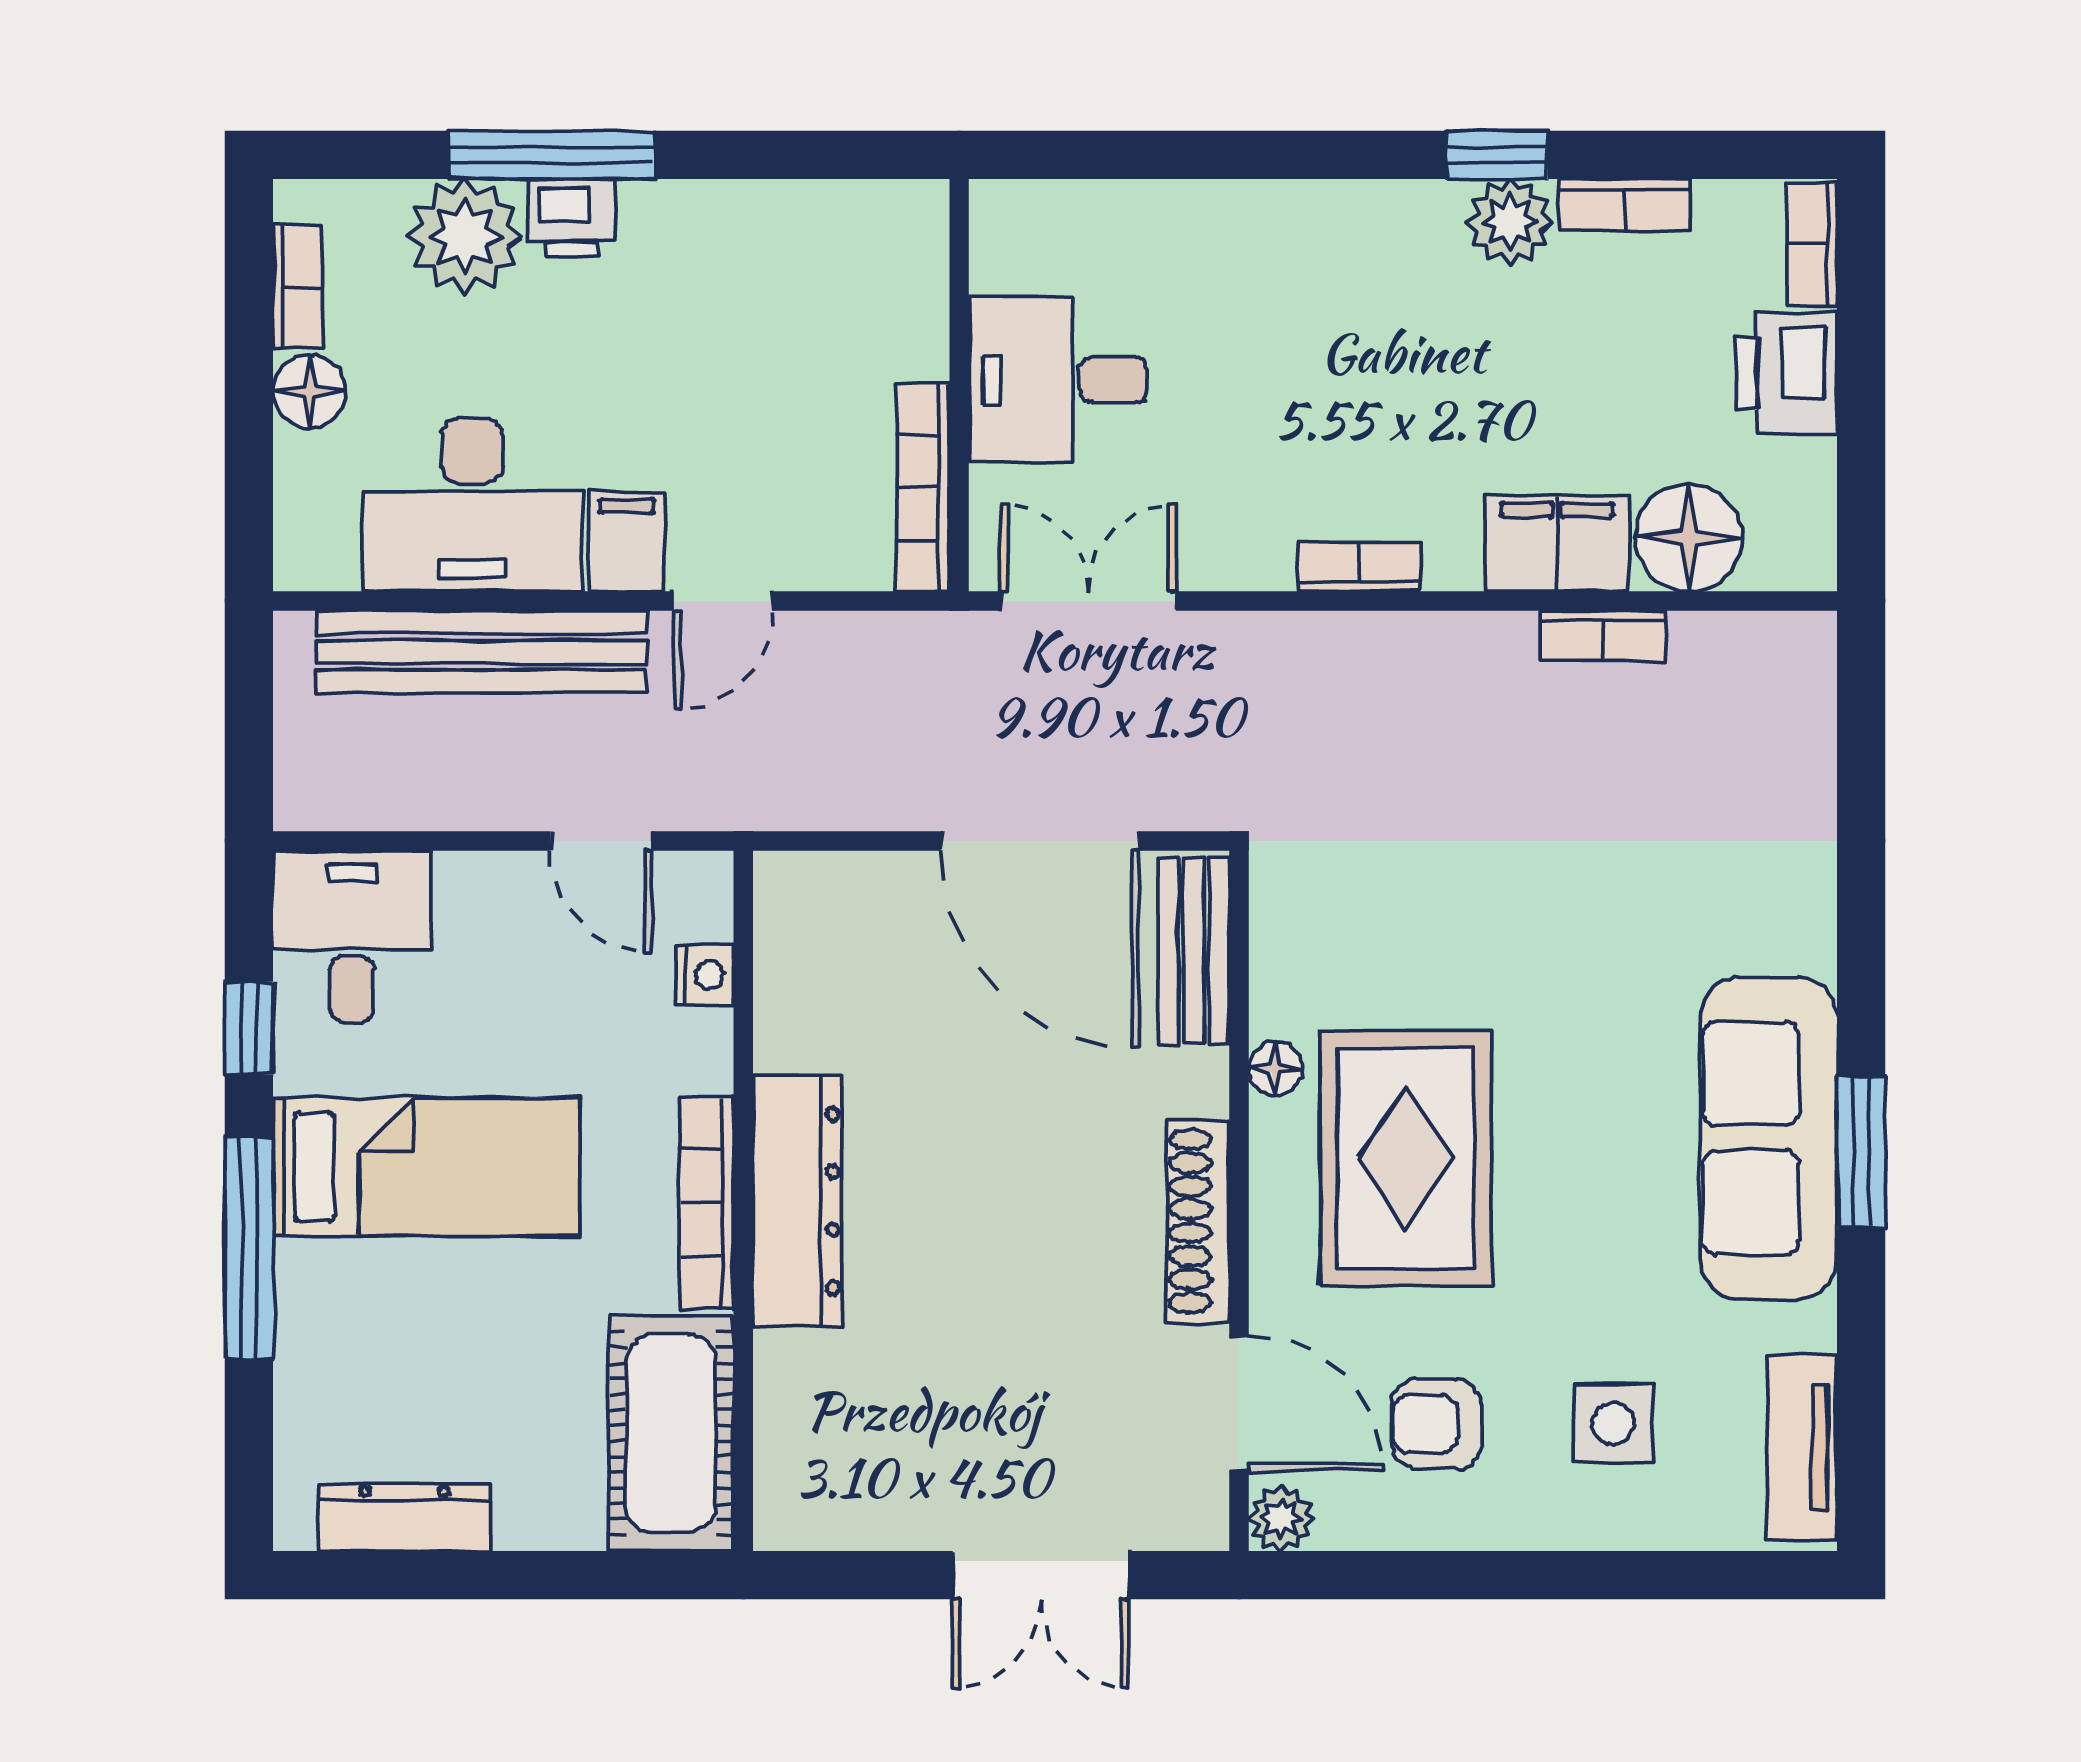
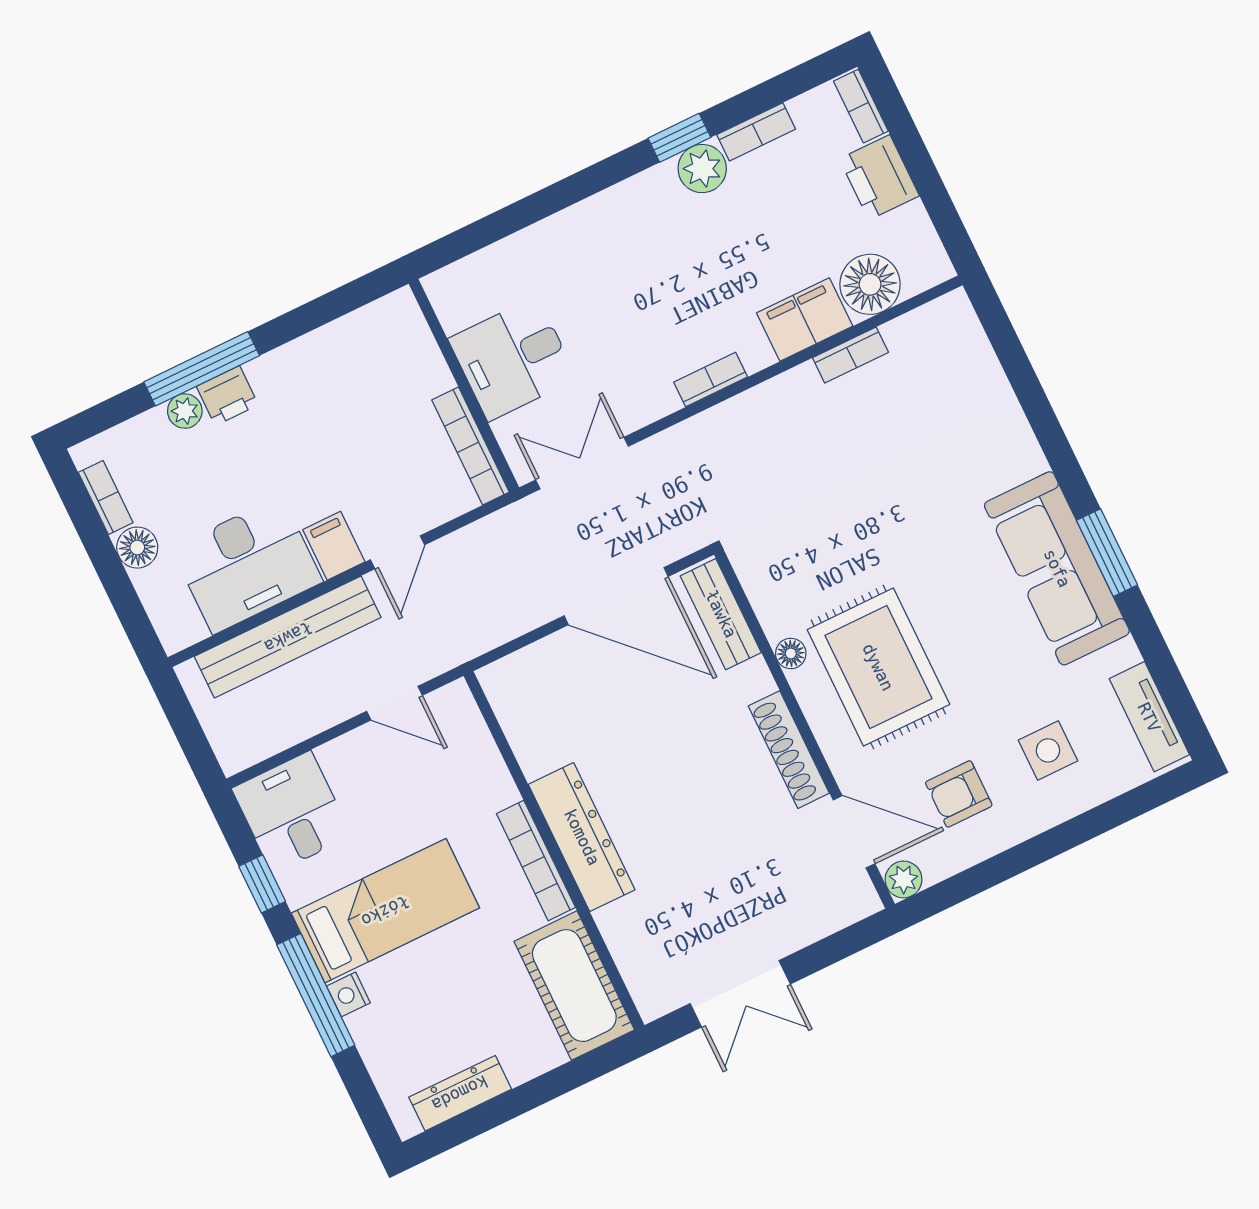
plant: (465, 236) -> (185, 411), width x0.53, depth x0.53
nightstand: (705, 975) -> (348, 994), moved, turned 180
double door: (1041, 1575) -> (740, 994), moved

